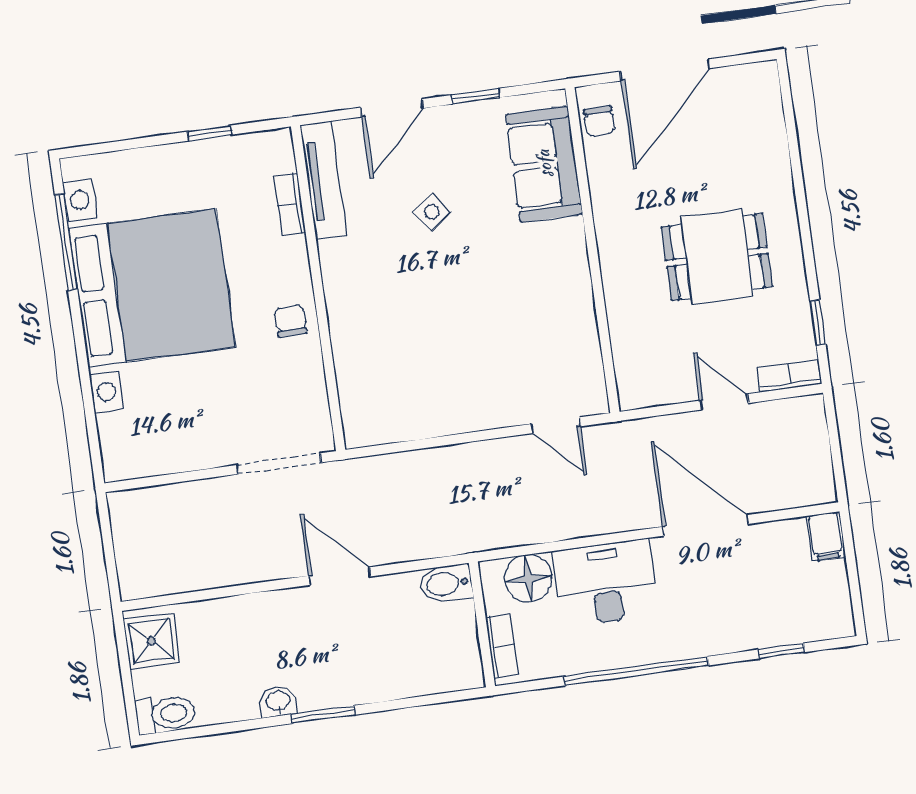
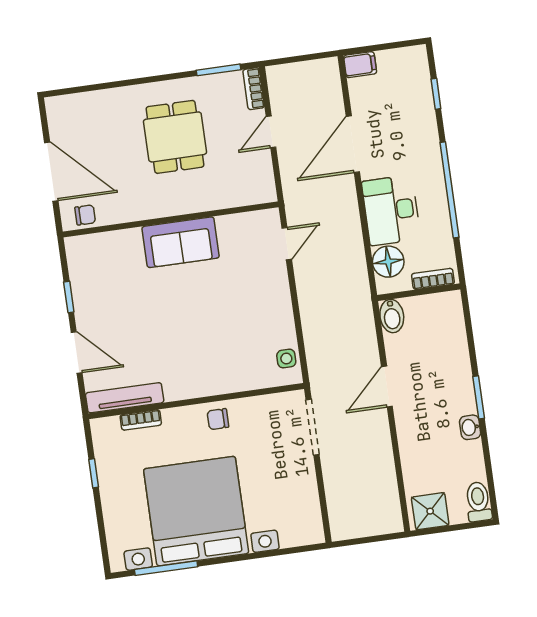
sofa: (544, 164) -> (181, 242), moved
side table: (432, 212) -> (286, 359), moved, turned 37
window: (818, 323) -> (218, 70), width x1.50

